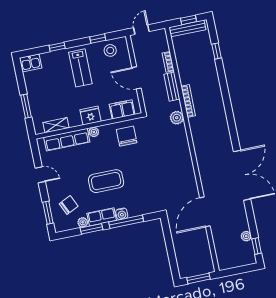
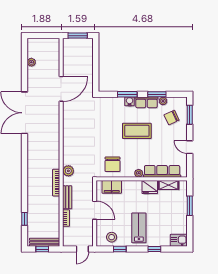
fridge: (90, 116) -> (150, 187), moved
window: (126, 222) -> (127, 94), width x0.69
window: (257, 246) -> (25, 52), removed

